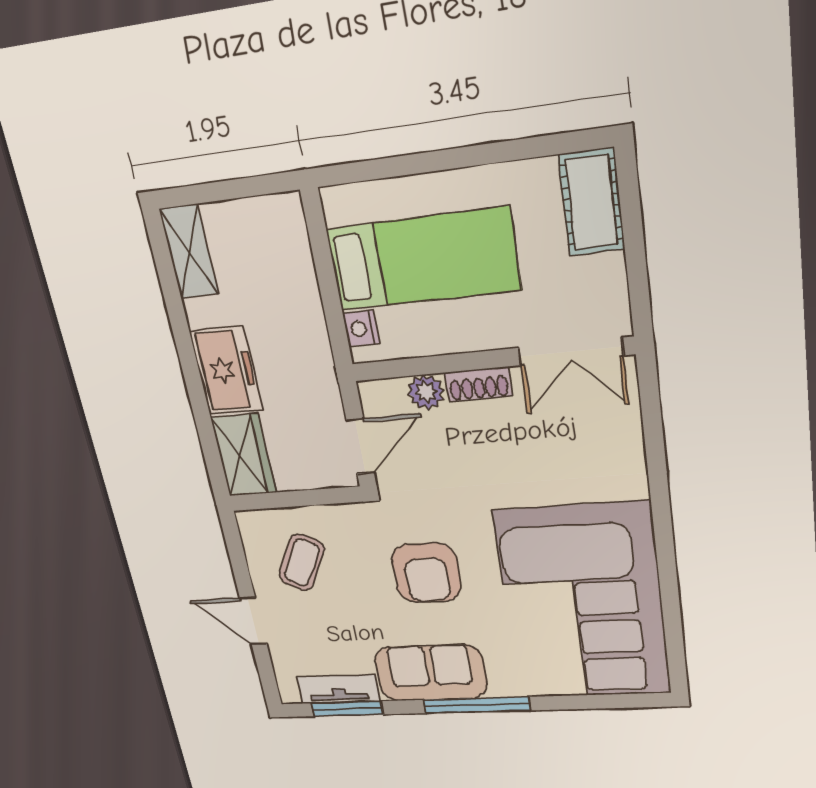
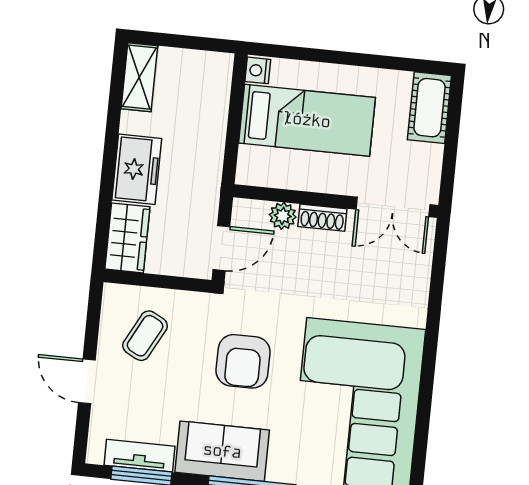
nightstand: (361, 328) -> (258, 70), moved

